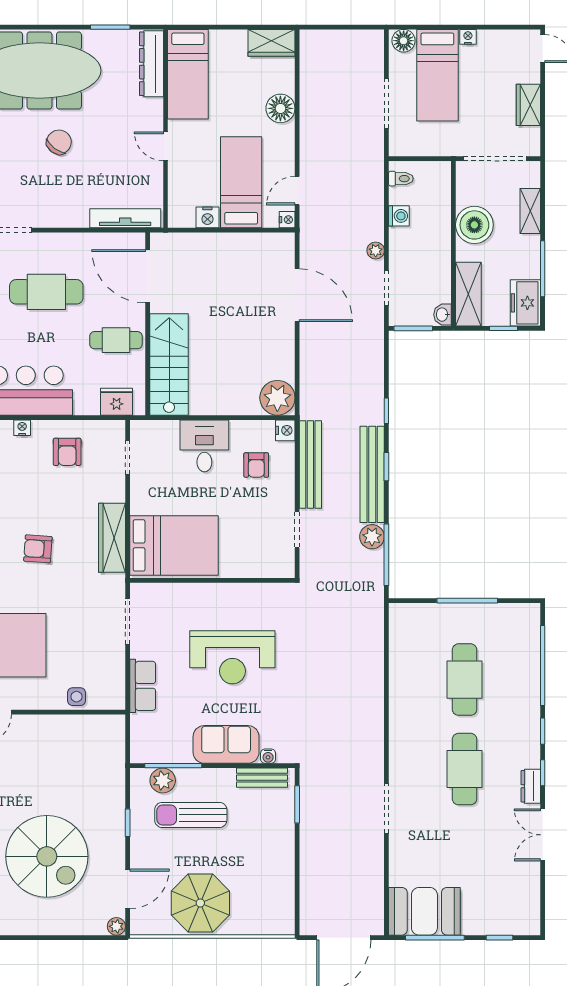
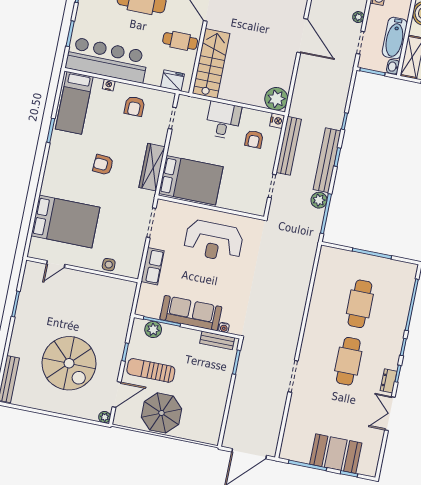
bathtub: (436, 271) -> (395, 38), added
reception desk: (232, 657) -> (214, 241), moved
sofa: (226, 744) -> (191, 313), width x1.36
sun lounger: (191, 815) -> (151, 370), moved
booth: (424, 911) -> (336, 454), moved

